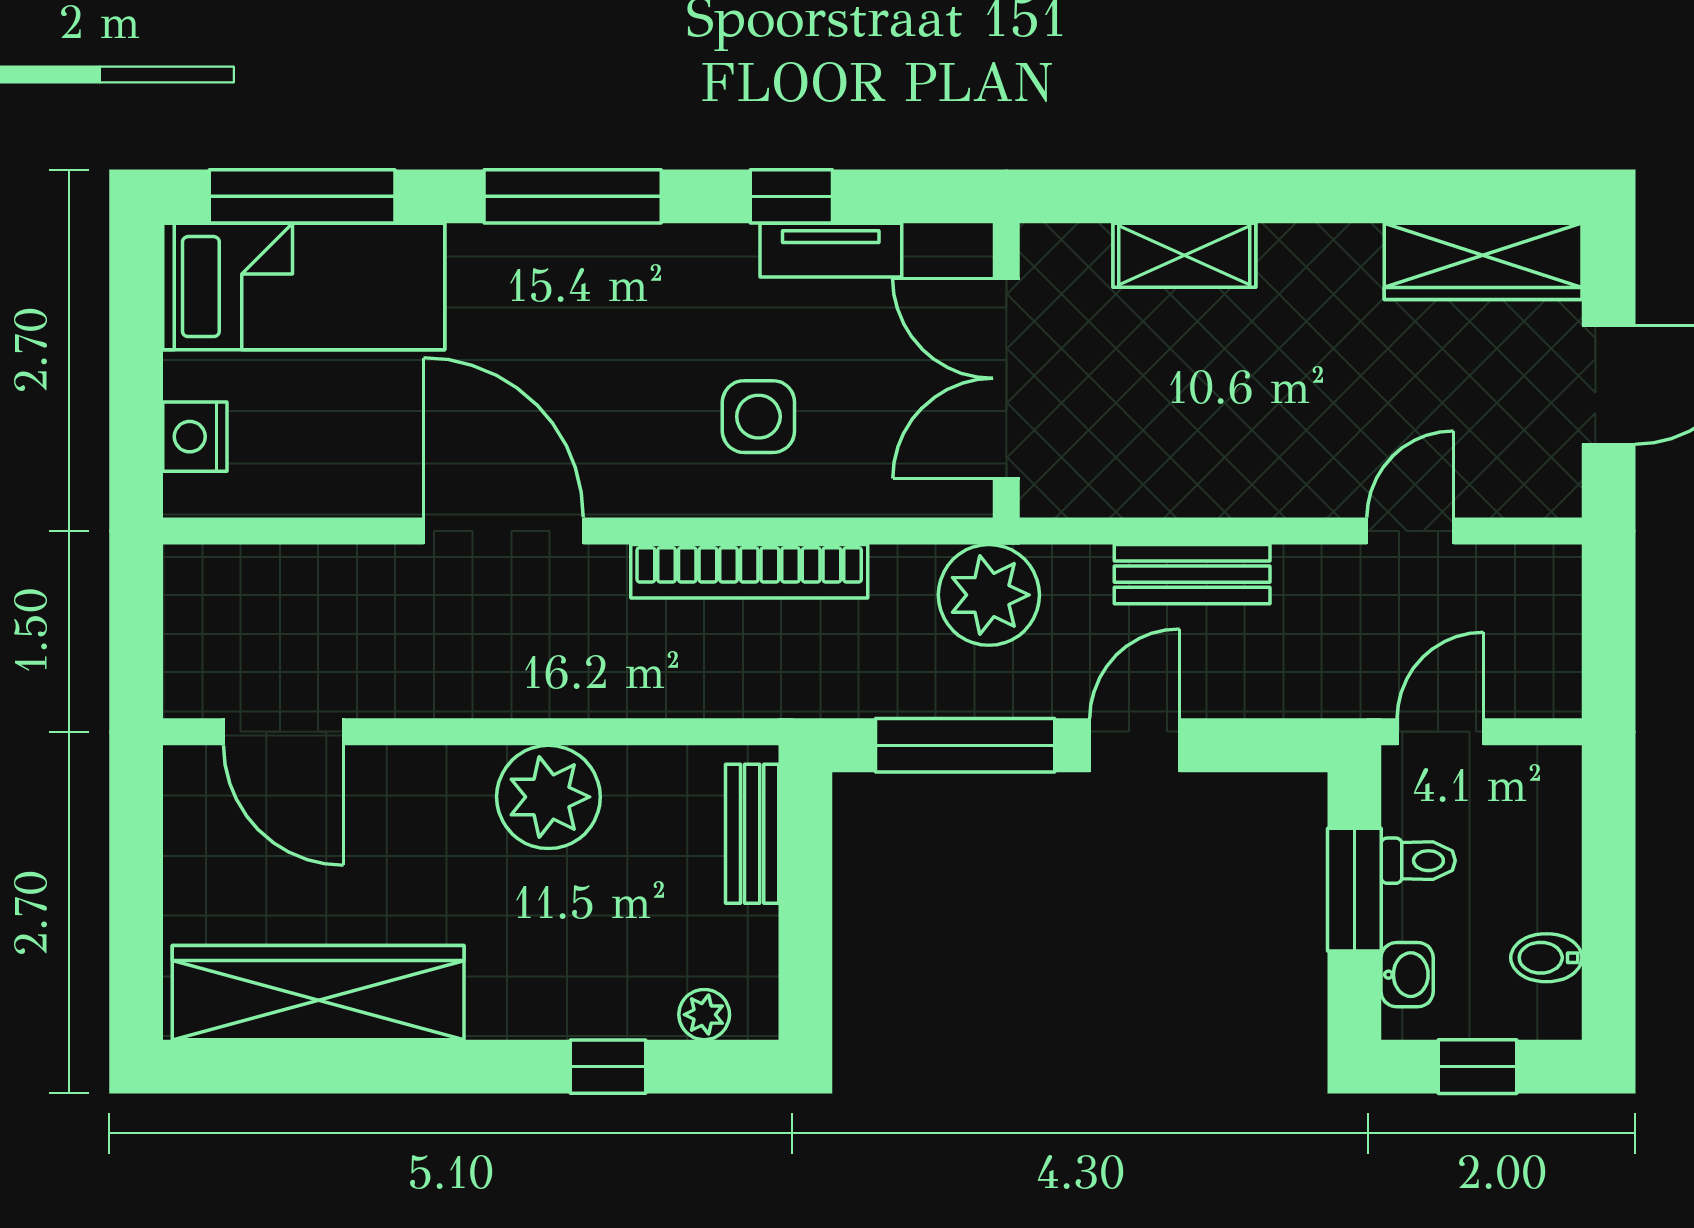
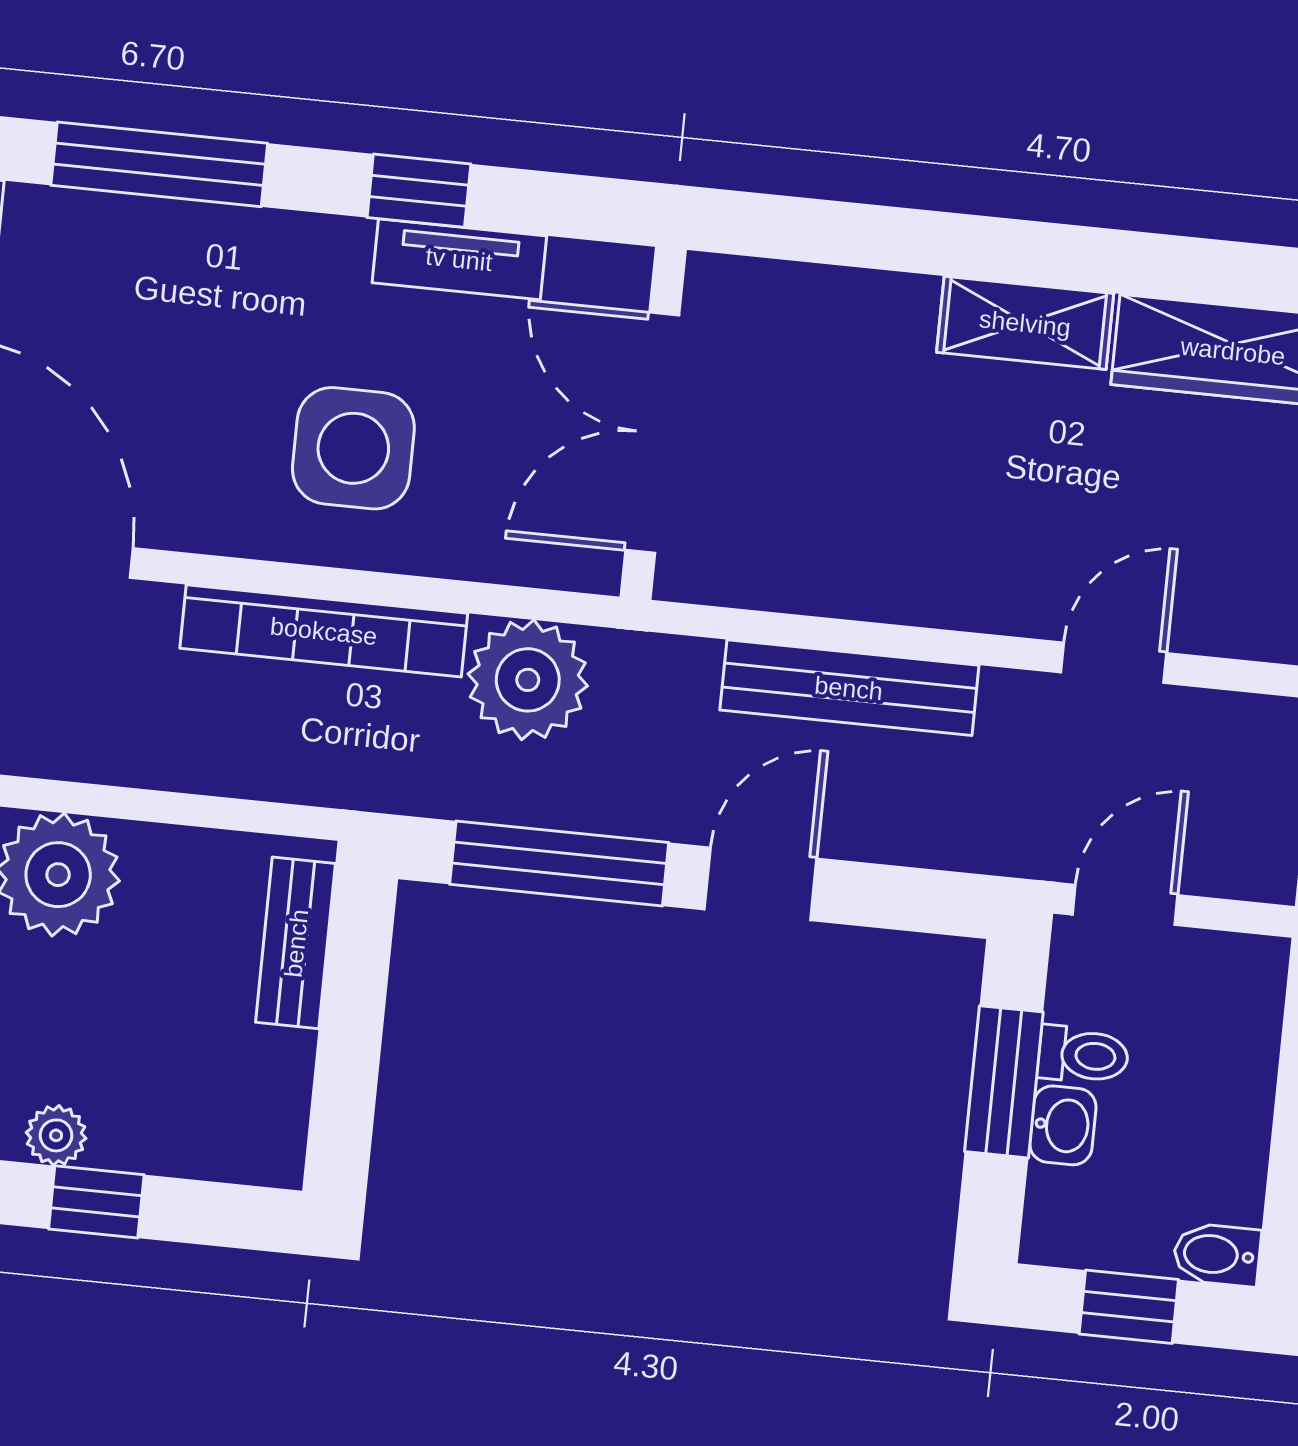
shelving: (1184, 255) -> (1025, 323), moved
side table: (758, 417) -> (353, 448), width x1.37, depth x1.37
bench: (1192, 574) -> (849, 688), width x1.36
plant: (989, 595) -> (528, 680), moved
bidet: (1546, 958) -> (1217, 1255), moved
washbasin: (1407, 975) -> (1063, 1125), moved
plant: (704, 1015) -> (56, 1135), moved

